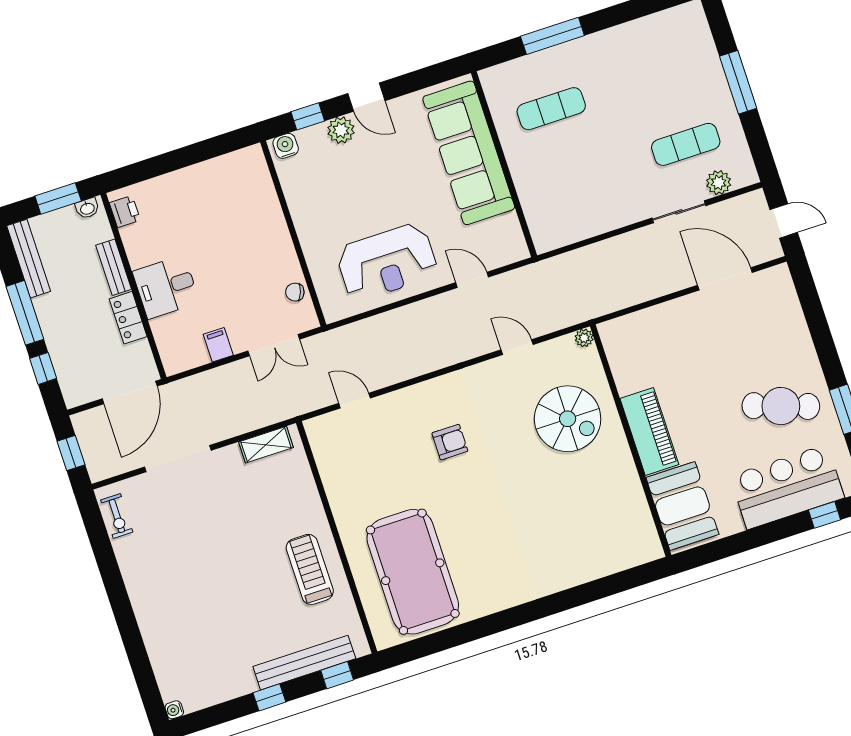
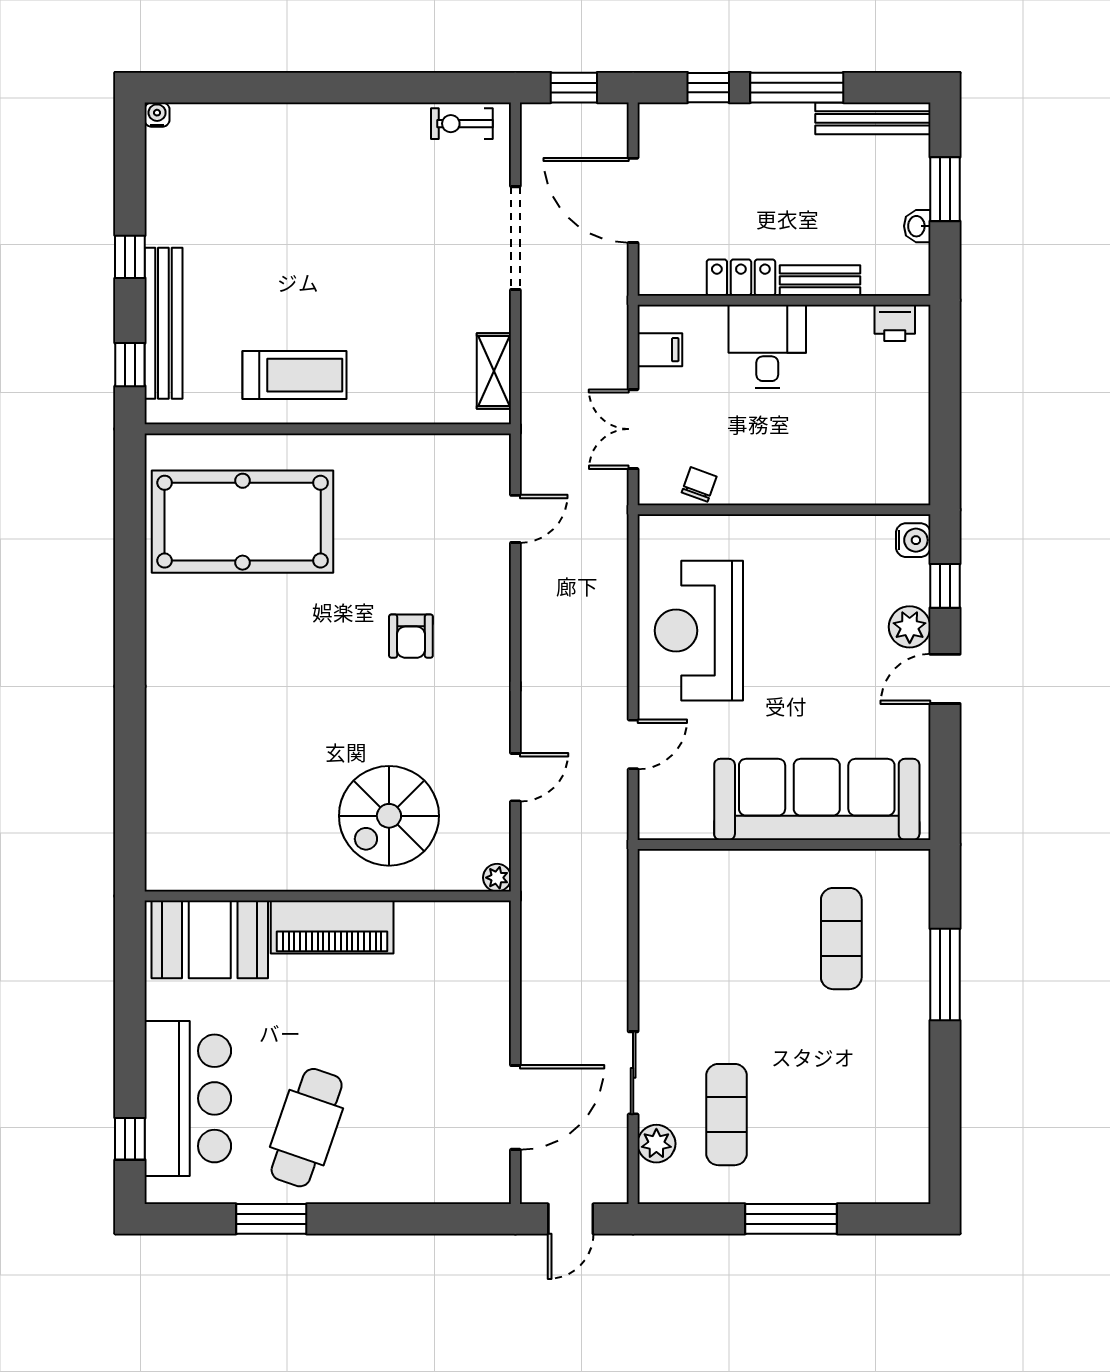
printer: (125, 212) -> (895, 323), moved
bench: (114, 267) -> (820, 280), moved
wall: (134, 286) -> (784, 300), moved
desk: (166, 287) -> (767, 346), moved
locker: (128, 318) -> (741, 278), moved

